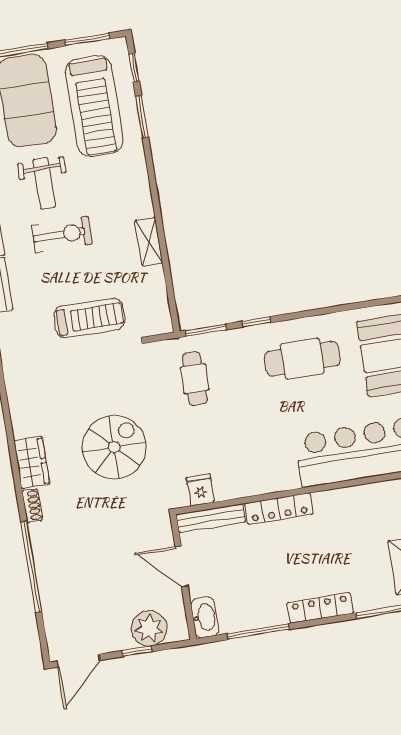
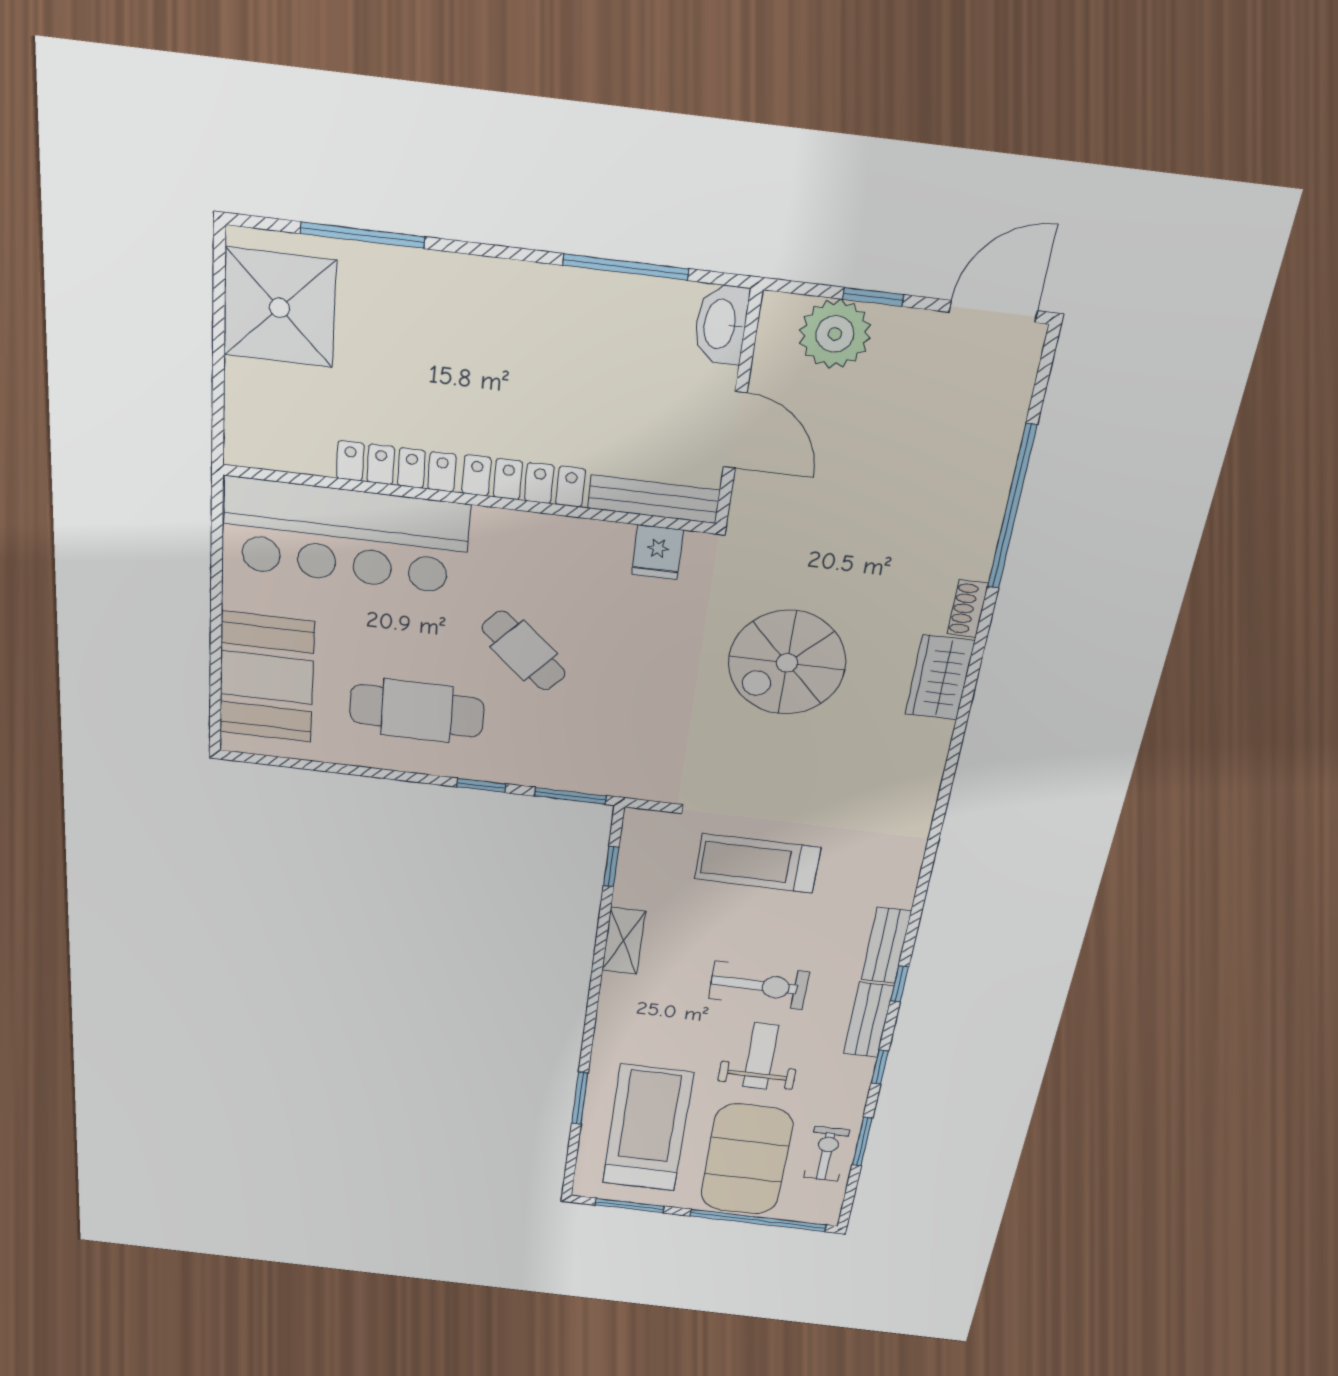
window: (134, 68) -> (611, 866), moved
exercise bike: (62, 235) -> (759, 985), turned 180
cafe table: (195, 379) -> (524, 651), moved, turned -48
locker: (320, 608) -> (396, 466), moved, turned 180

